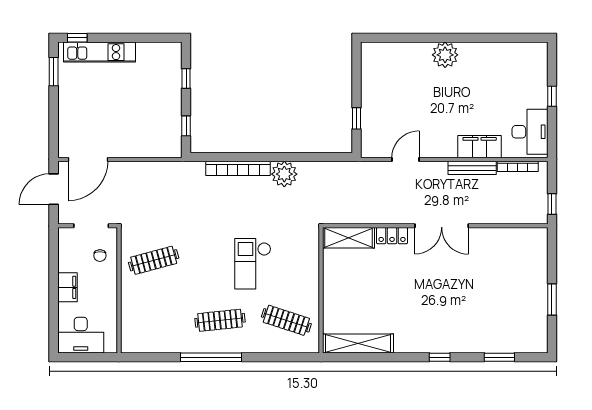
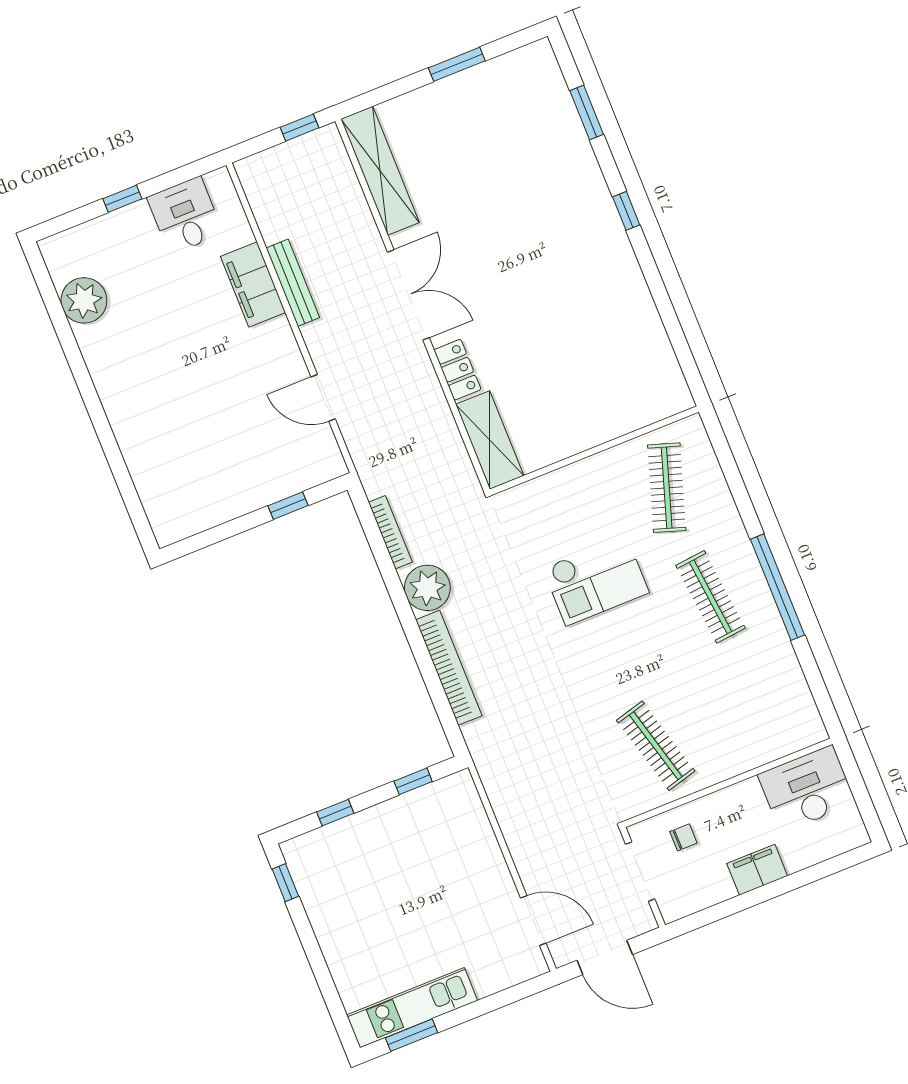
window: (77, 38) -> (285, 883), moved
kitchen unit: (99, 52) -> (412, 1008), moved, turned -90
plant: (445, 55) -> (84, 300), moved
desk: (530, 132) -> (185, 216), width x0.73
door: (88, 159) -> (533, 921), width x0.73
bookcase: (518, 166) -> (390, 532), moved
desk: (81, 335) -> (807, 789), moved, turned -90
shelving: (358, 344) -> (380, 171), moved

